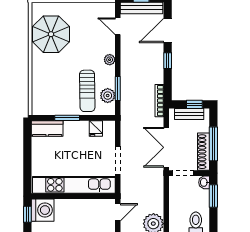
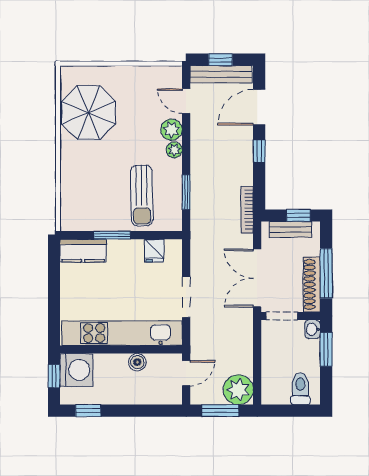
plant: (108, 96) -> (171, 130), moved
boiler: (84, 205) -> (137, 362), added

